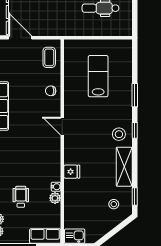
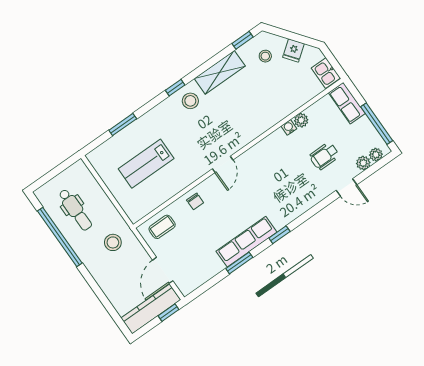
stool: (62, 18) -> (113, 242), added
window: (135, 95) -> (123, 124), moved
fridge: (72, 172) -> (293, 50), moved, turned -127

